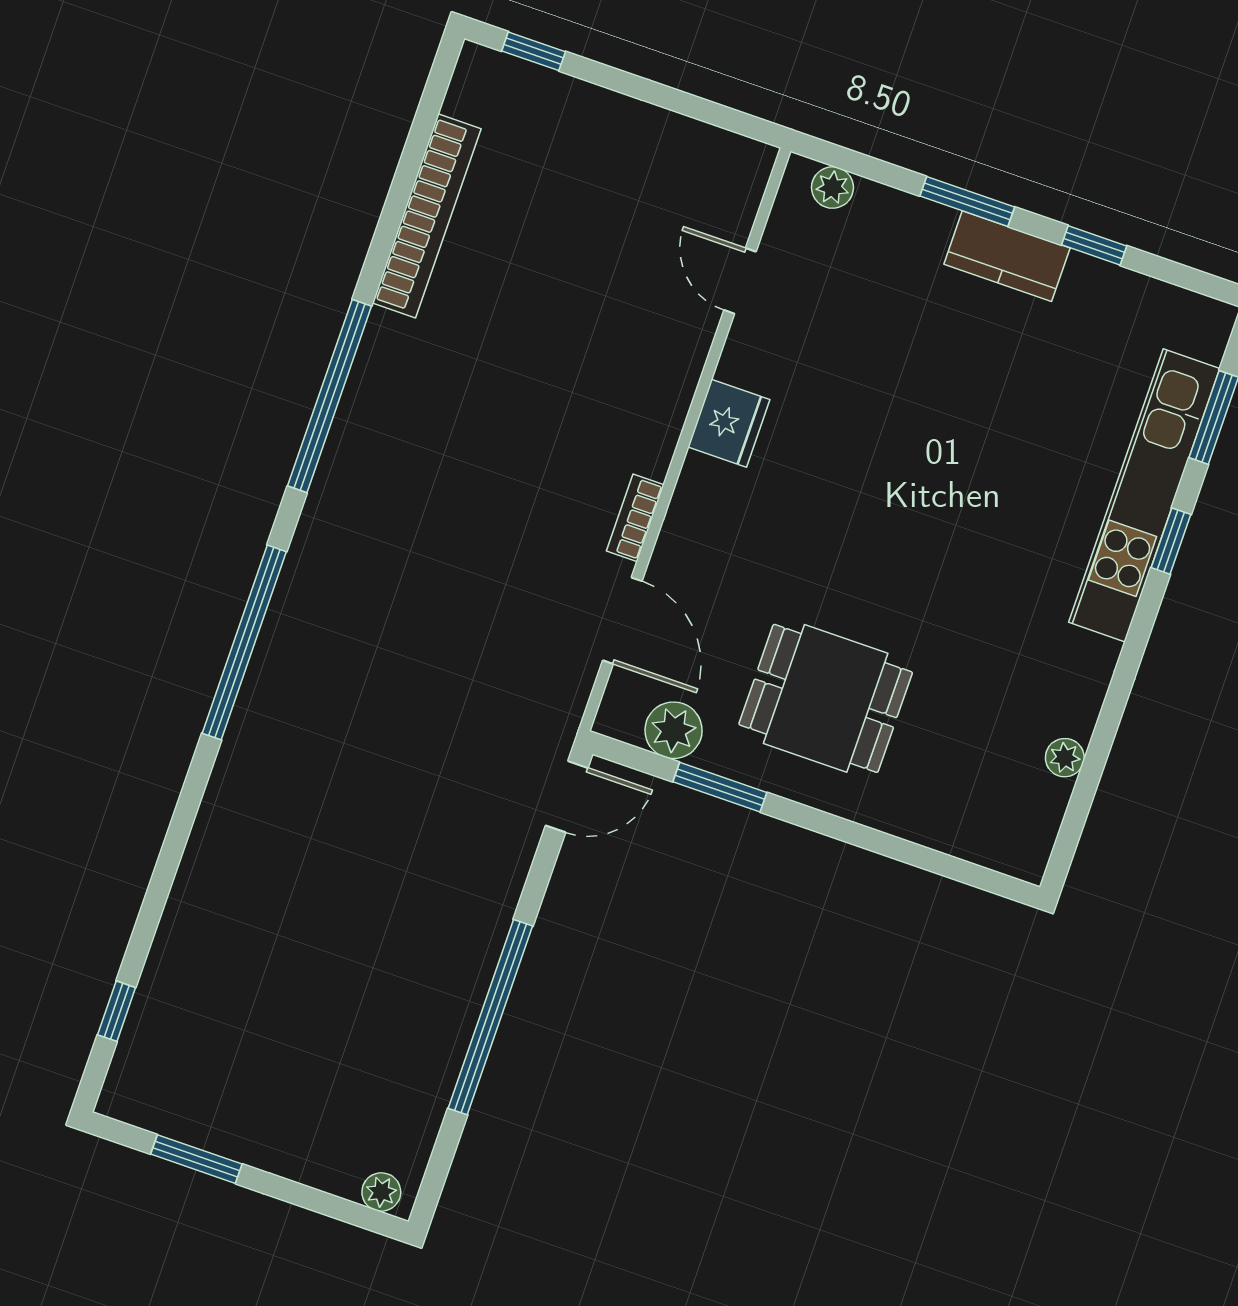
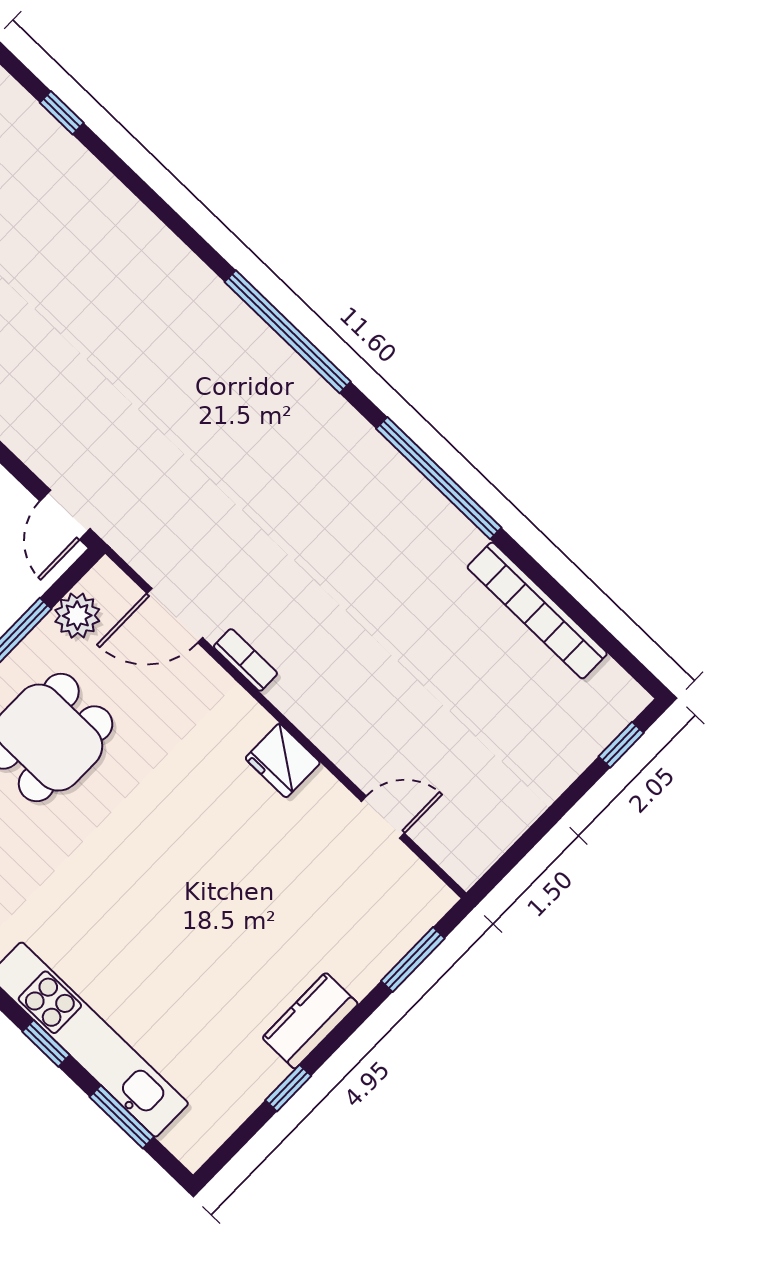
plant: (832, 188) -> (420, 917), removed
window: (967, 201) -> (413, 960), moved

